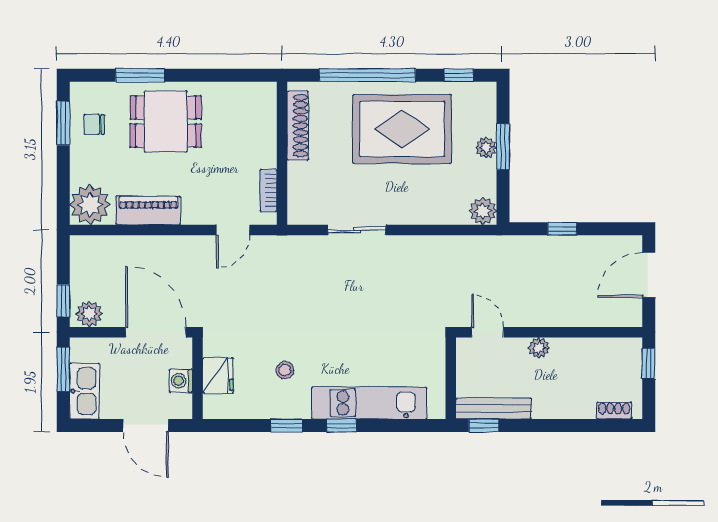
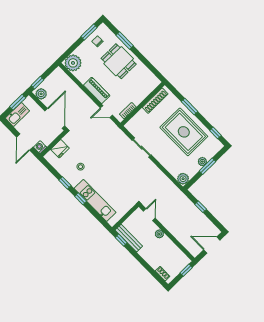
window: (367, 75) -> (189, 107), width x0.47
piano: (148, 210) -> (97, 90), moved
washing machine: (181, 381) -> (40, 147), moved

